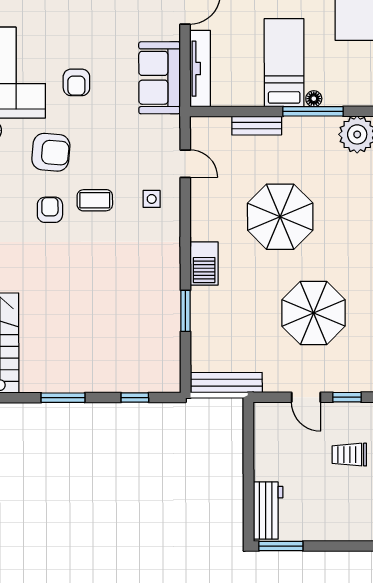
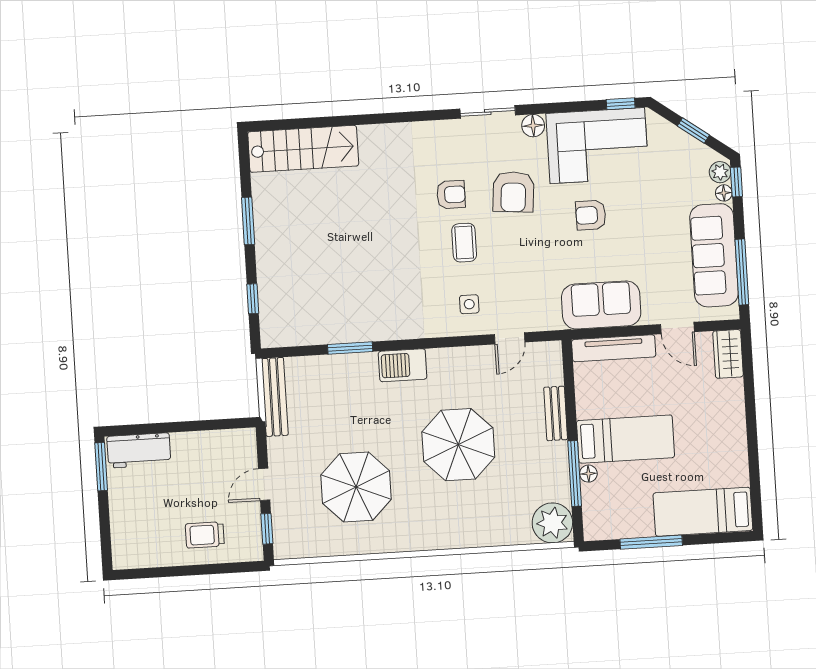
trolley: (349, 455) -> (205, 535), turned -90

